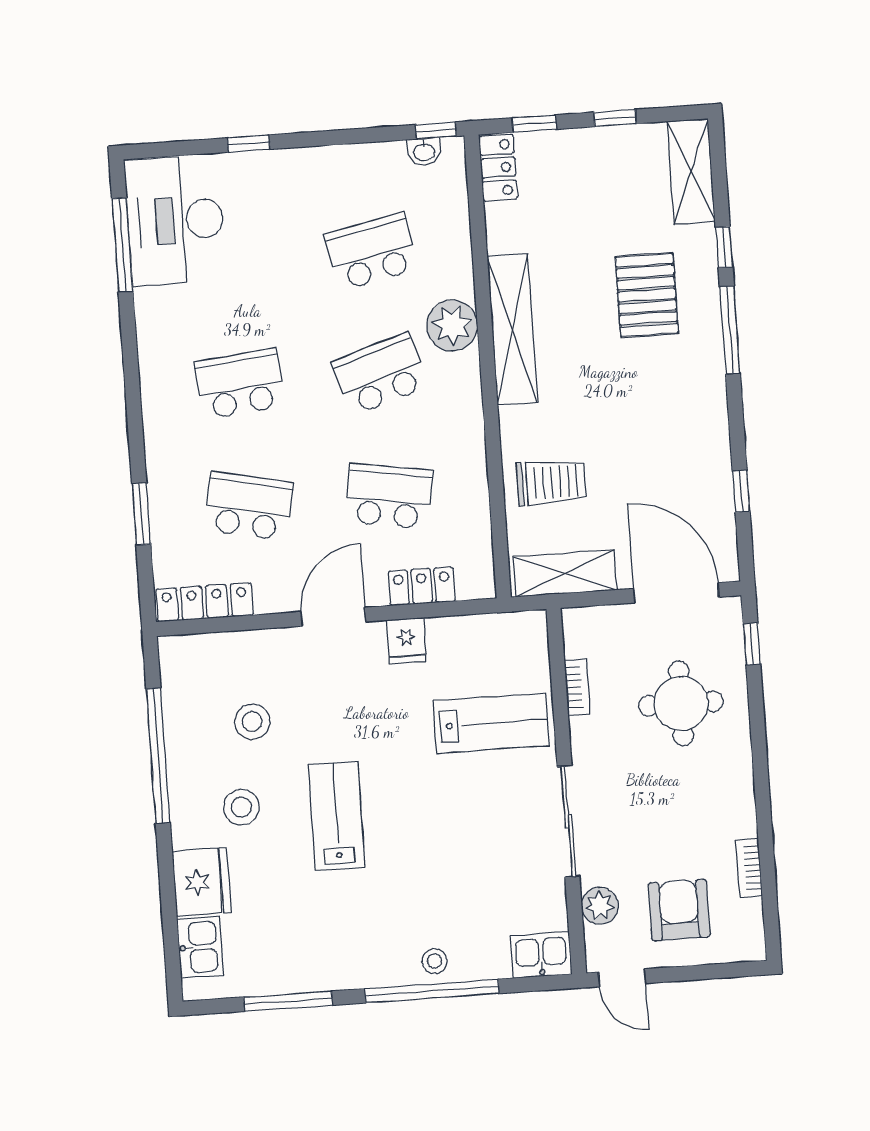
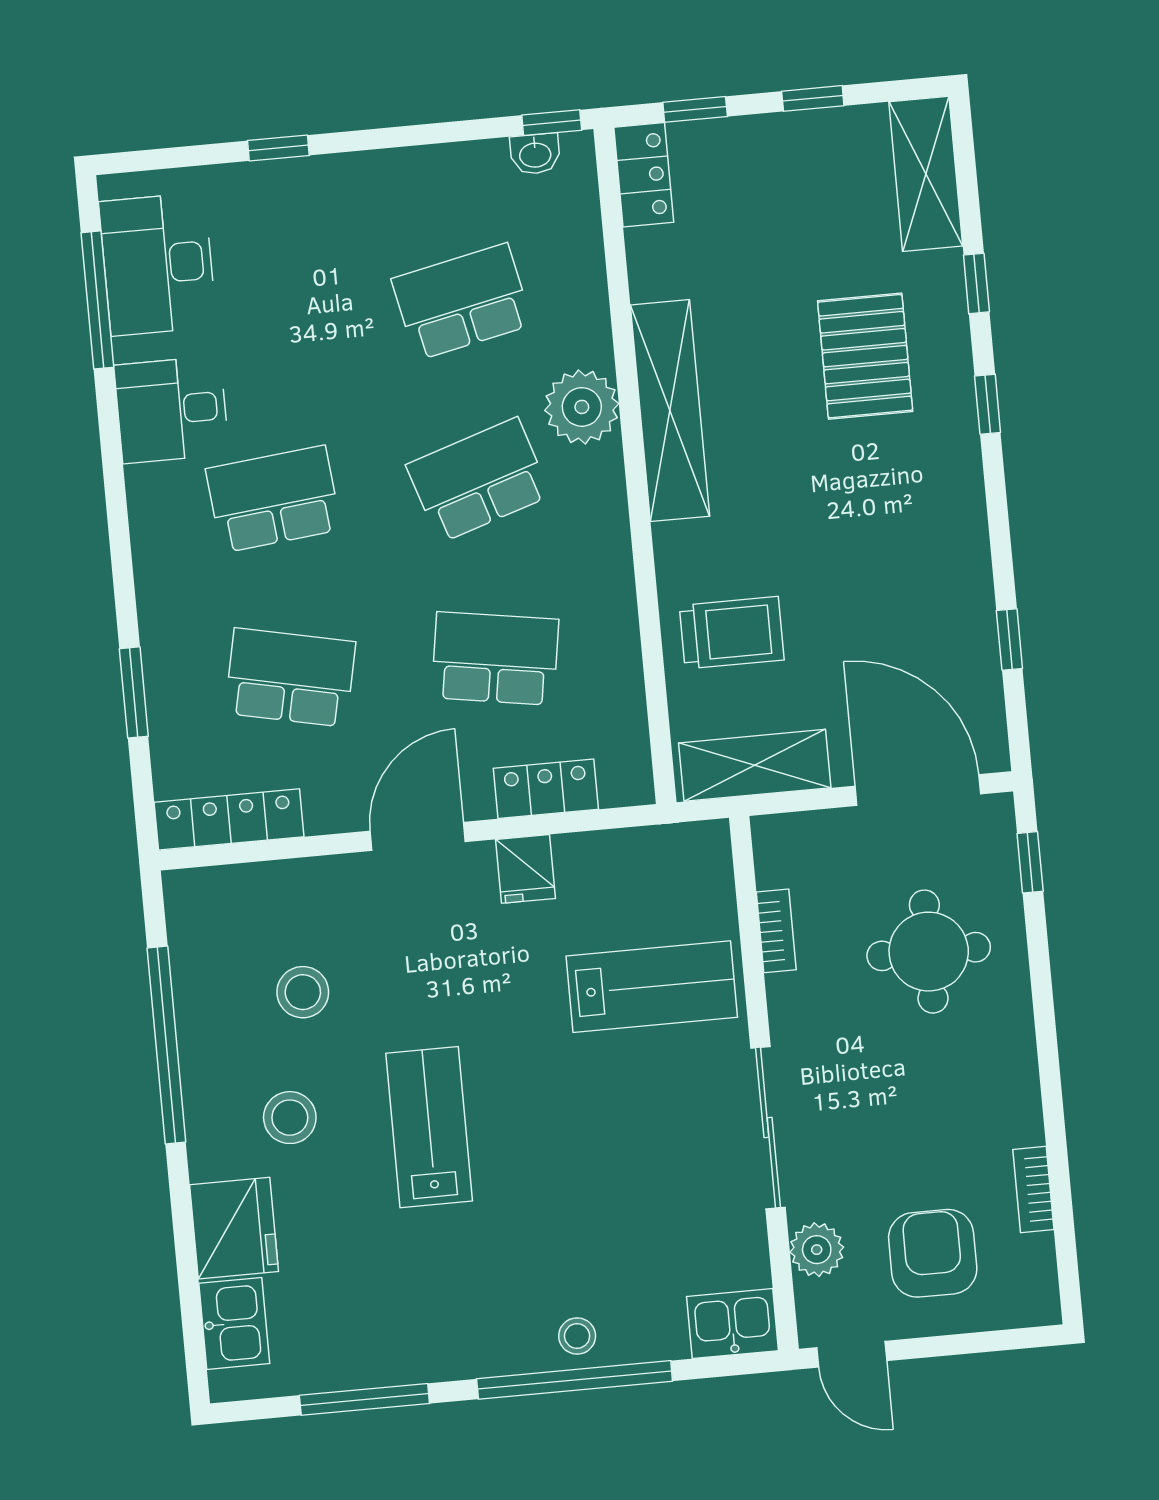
desk: (175, 220) -> (158, 264), width x0.73, depth x0.77
desk: (171, 321) -> (172, 410), added
window: (730, 330) -> (988, 404), width x0.46

